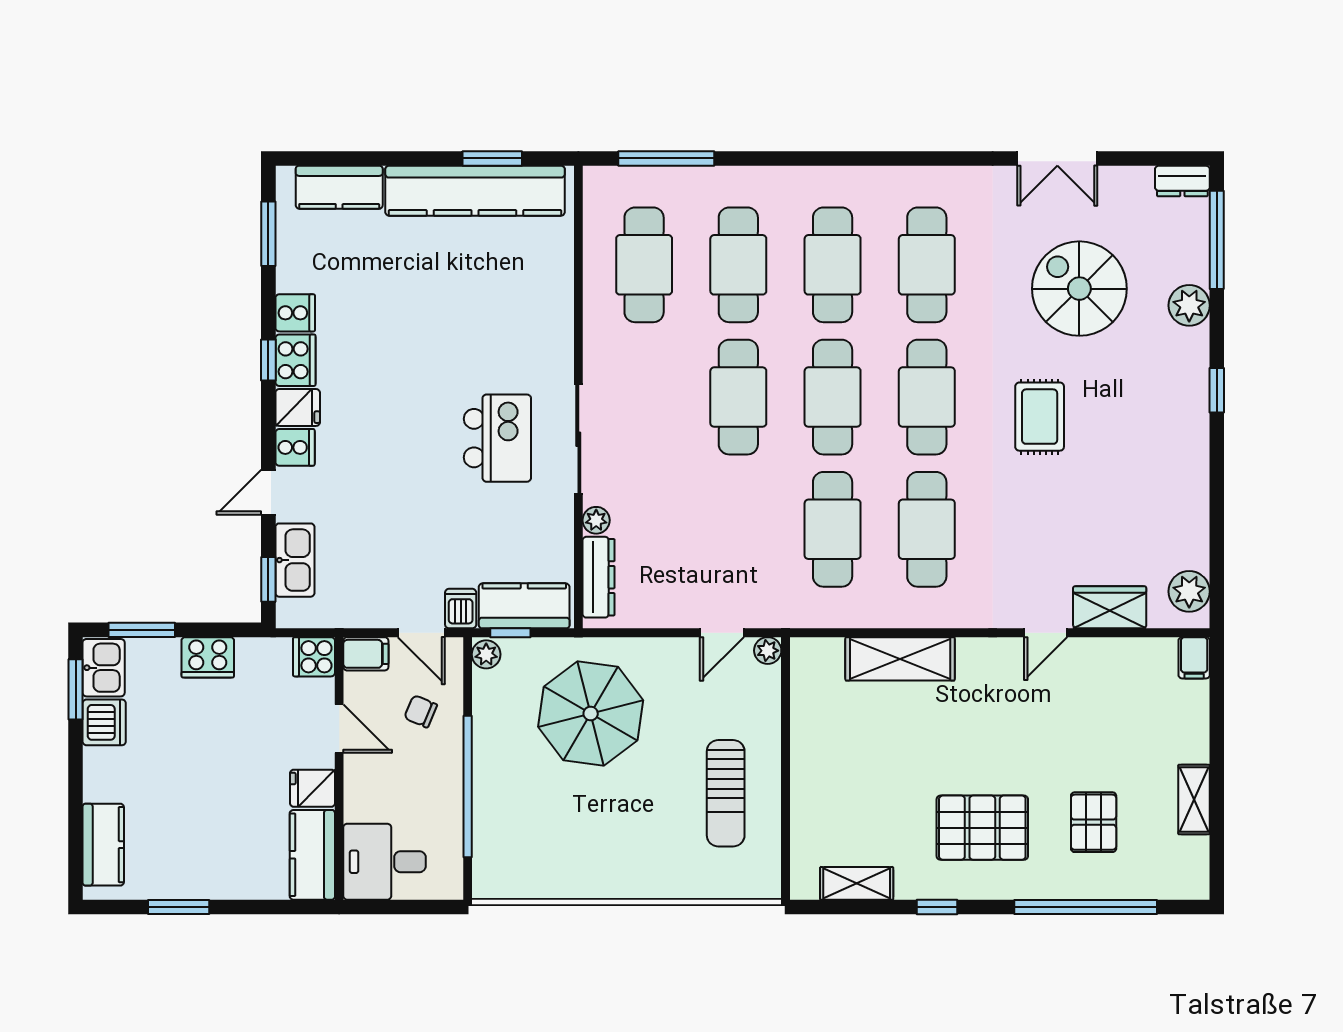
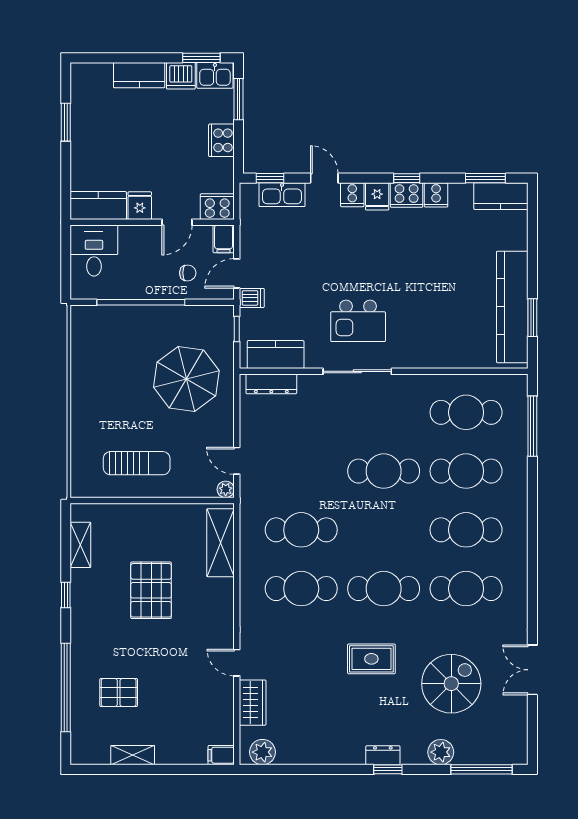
dresser: (1182, 181) -> (383, 755), moved, turned 90
kitchen counter: (339, 187) -> (501, 196), moved, turned -90
cafe table: (833, 397) -> (384, 530), removed
plant: (596, 520) -> (307, 382), removed
kitchen counter: (524, 606) -> (276, 355), moved, turned -90
plant: (486, 654) -> (223, 314), removed
cooker: (314, 657) -> (217, 207), width x1.36
shelving: (900, 659) -> (220, 543), moved
chair: (421, 711) -> (188, 273), turned 67
sun lounger: (726, 793) -> (137, 463), turned 180
pallet: (982, 828) -> (151, 590), moved
kitchen counter: (103, 845) -> (139, 75), moved

